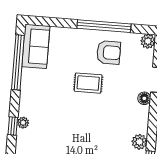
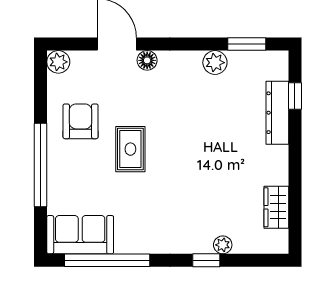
window: (104, 26) -> (41, 165), moved
plant: (23, 123) -> (223, 245), moved

